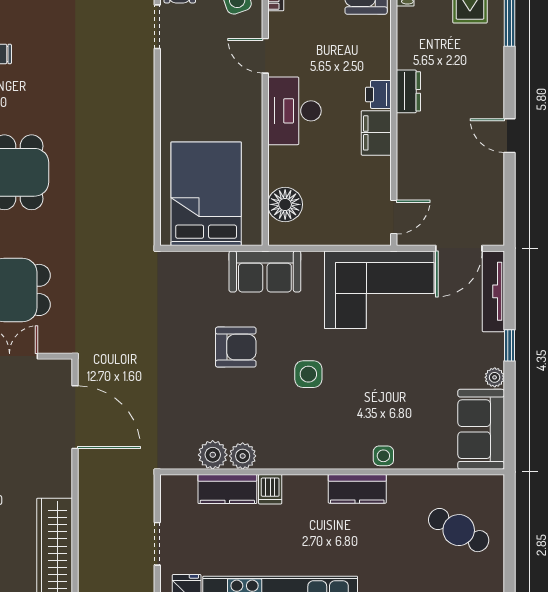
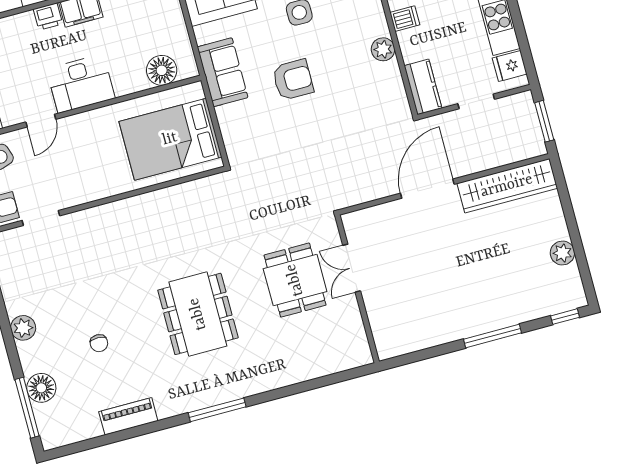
armchair: (236, 347) -> (293, 80), turned 90
door: (75, 417) -> (427, 189), moved
plant: (213, 455) -> (389, 75), removed
kitchen counter: (227, 489) -> (423, 87), moved

